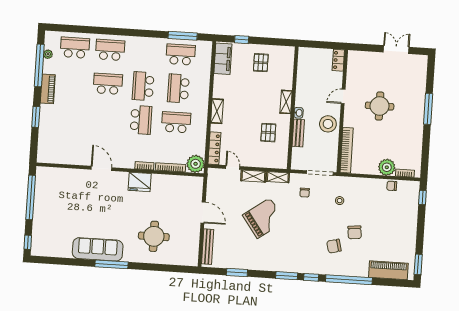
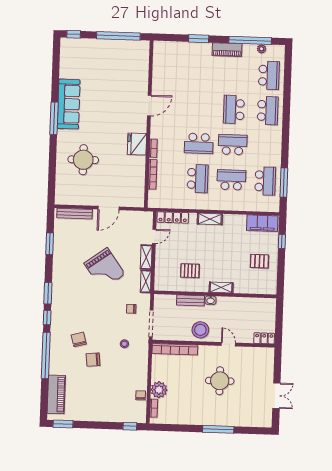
school desk: (108, 84) -> (234, 109), turned 180
plant: (196, 164) -> (157, 199), removed

